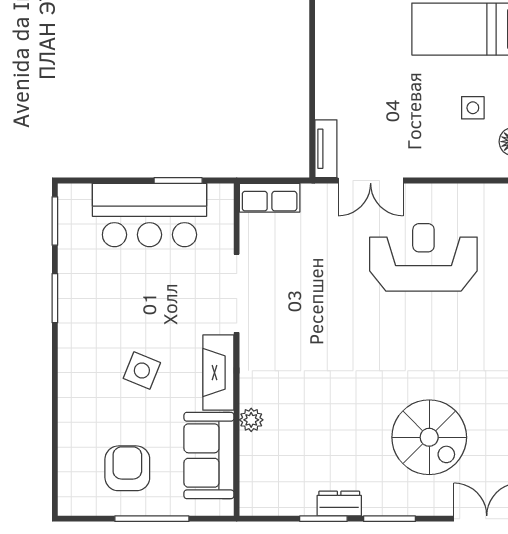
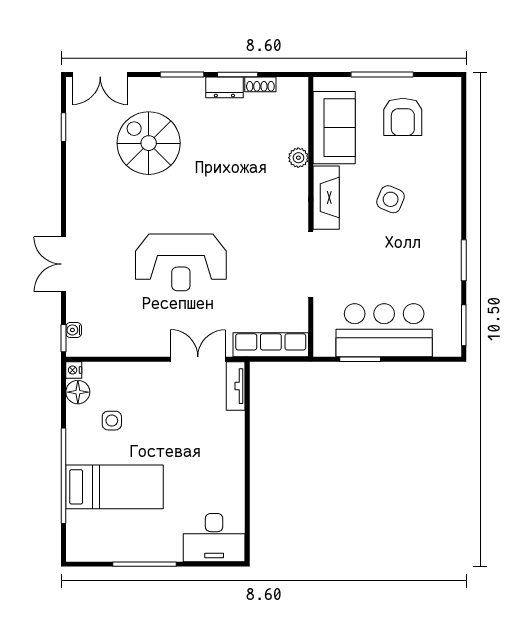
row of seats: (270, 198) -> (271, 345), width x1.48
reception desk: (423, 257) -> (181, 262), moved
shoe rack: (296, 507) -> (260, 84), added

